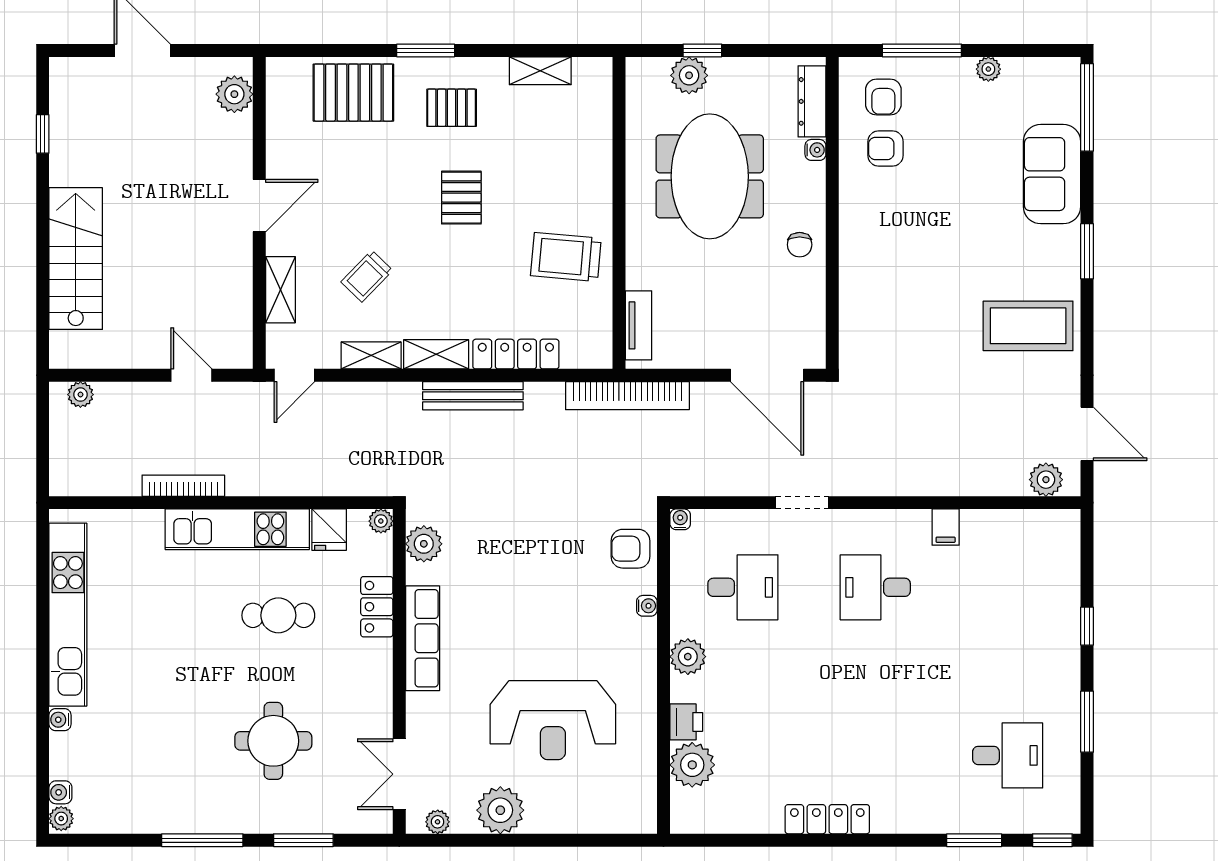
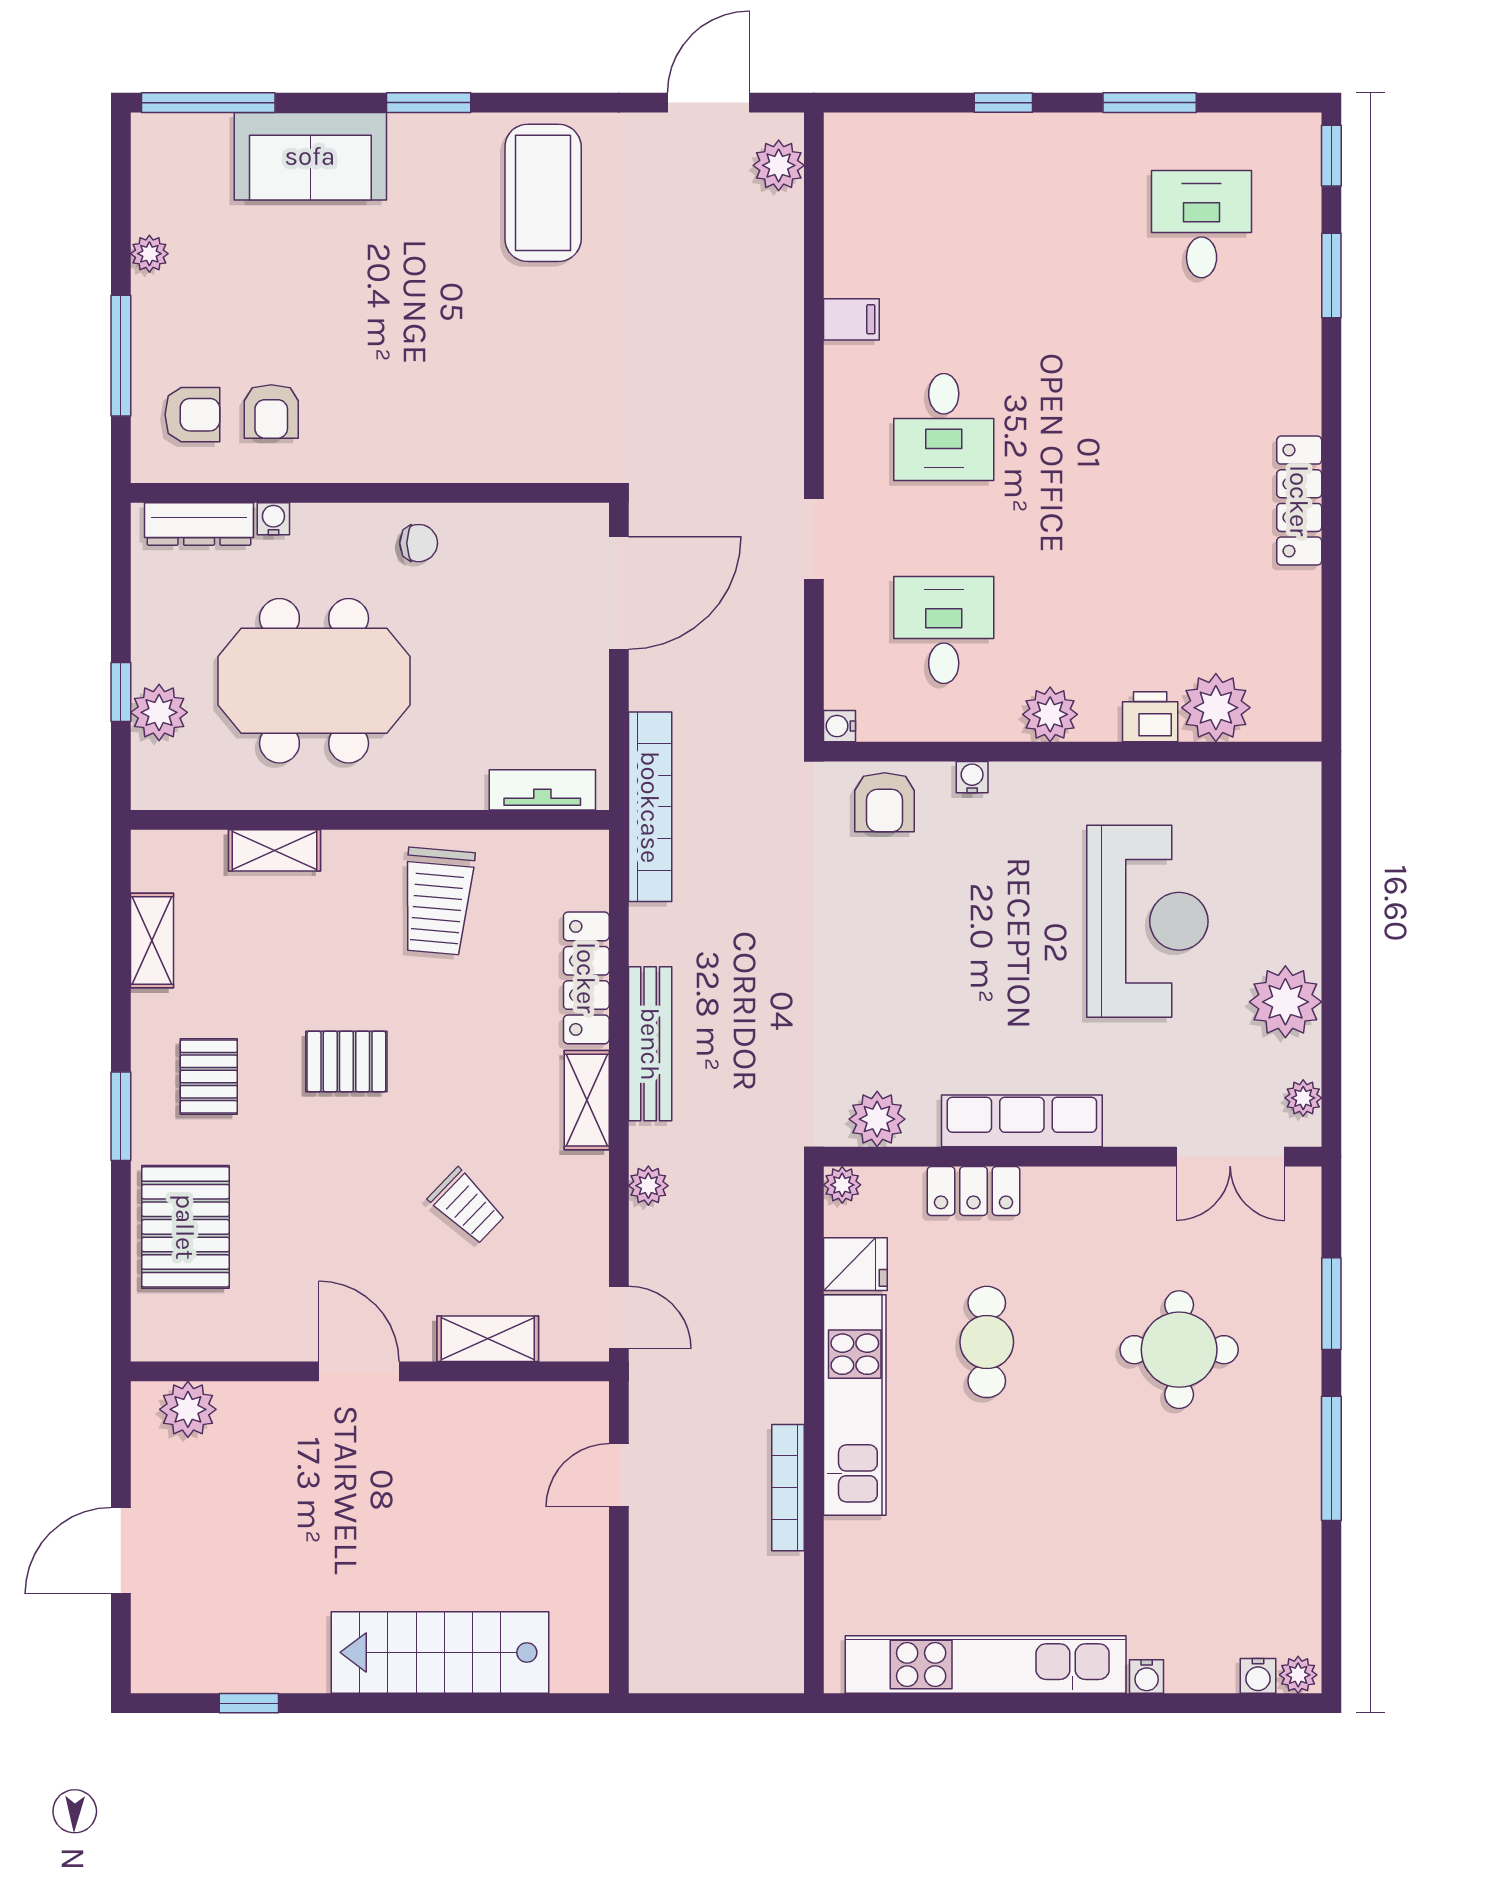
shelving: (371, 355) -> (275, 850), moved, turned 90
plant: (80, 395) -> (648, 1186), moved

